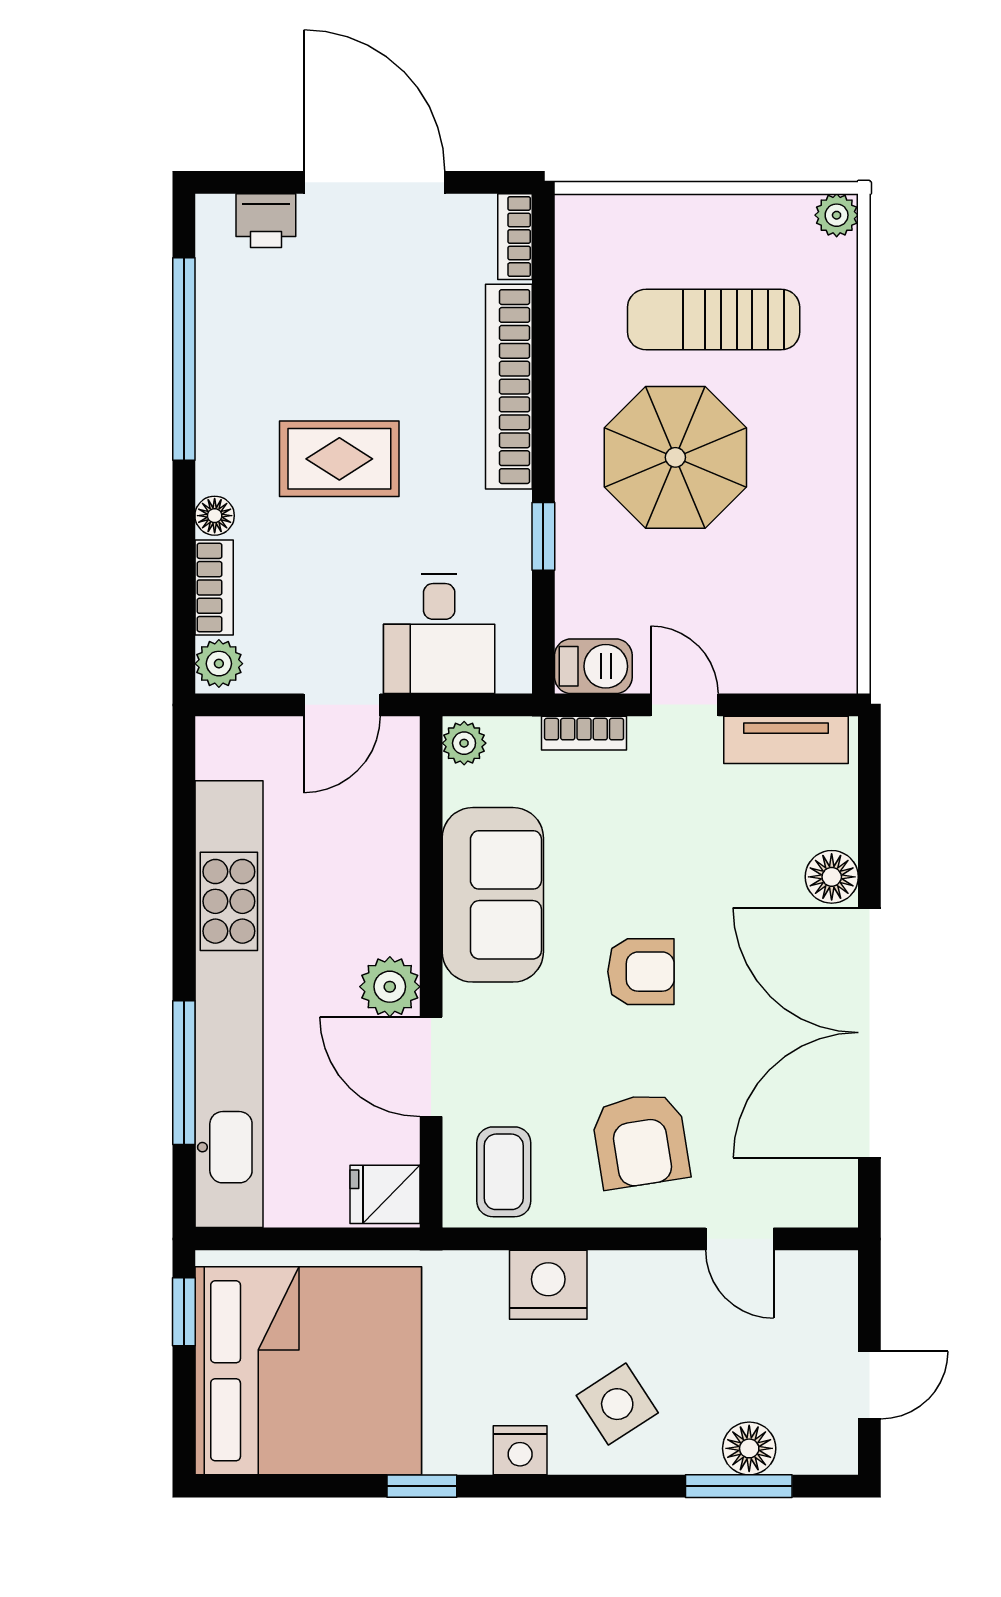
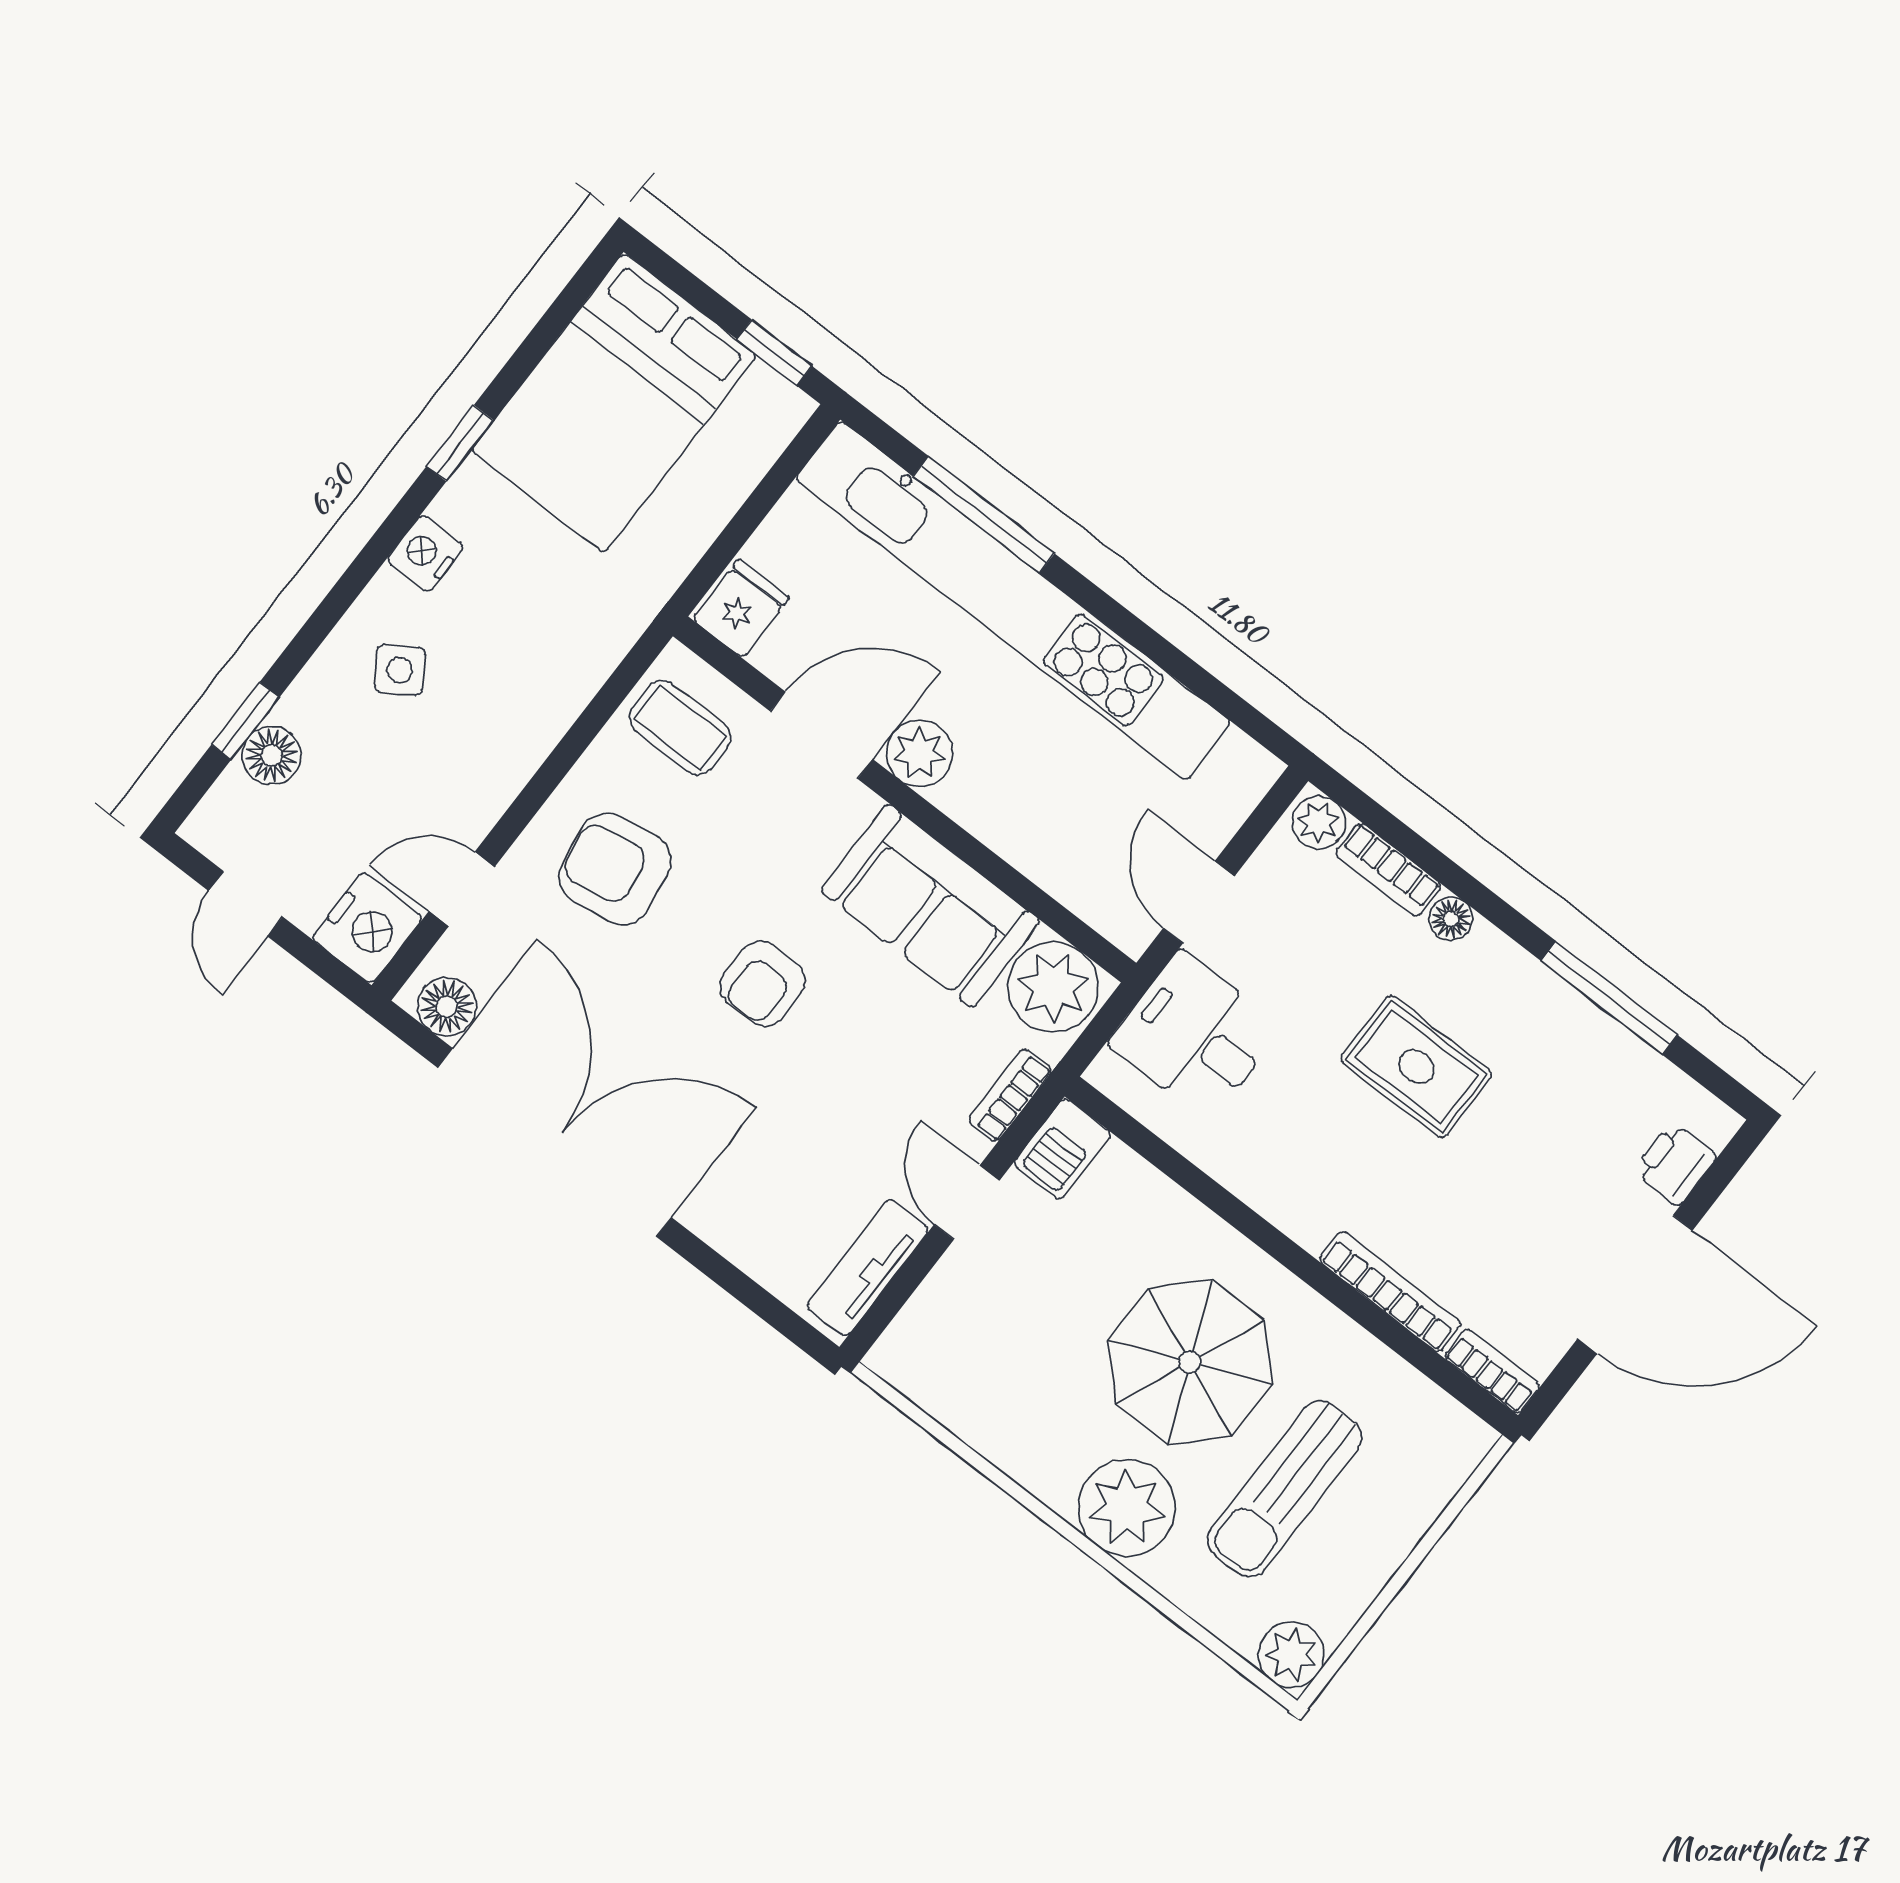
plant: (837, 215) -> (1291, 1655), width x1.38, depth x1.38
sun lounger: (714, 320) -> (1285, 1489), turned 180
window: (184, 359) -> (1609, 998), width x0.68
bookcase: (509, 387) -> (1390, 1292), width x0.68, depth x0.76
plant: (814, 422) -> (1127, 1508), added
rug: (339, 459) -> (1416, 1067), turned 90
window: (543, 536) -> (1210, 1193), removed
door: (684, 705) -> (967, 1202), swing flipped
plant: (464, 743) -> (1053, 987), width x1.88, depth x1.88
floor lamp: (832, 877) -> (447, 1007), moved
nightstand: (548, 1285) -> (367, 928), moved
bed: (308, 1371) -> (614, 403), width x0.73
side table: (617, 1404) -> (400, 670), width x0.73, depth x0.73
window: (739, 1486) -> (245, 721), width x0.67

